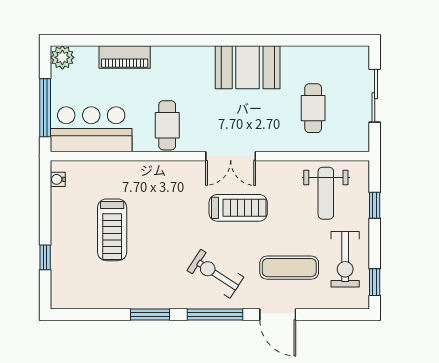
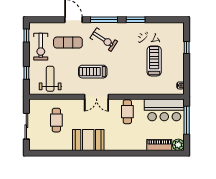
piano: (125, 57) -> (159, 145), moved
double door: (231, 156) -> (96, 97), swing flipped
exercise bike: (345, 259) -> (41, 47), turned 180

